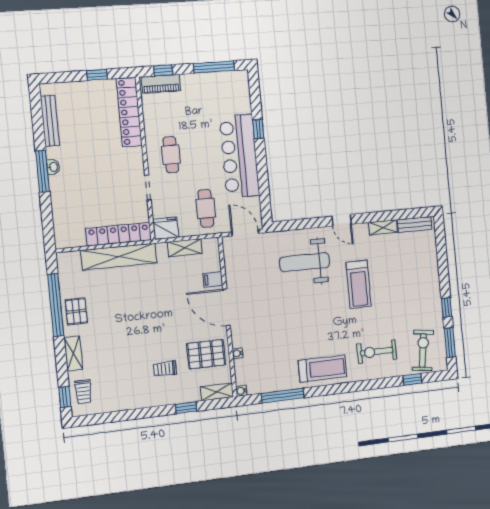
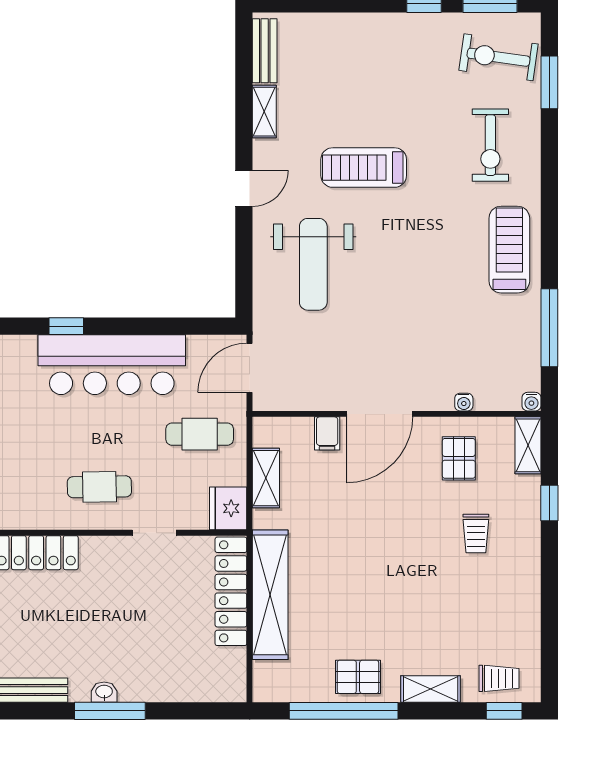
treadmill: (359, 284) -> (364, 168), turned 180
pallet: (206, 354) -> (459, 458), width x0.67, depth x0.71
window: (412, 379) -> (549, 82), width x1.50

